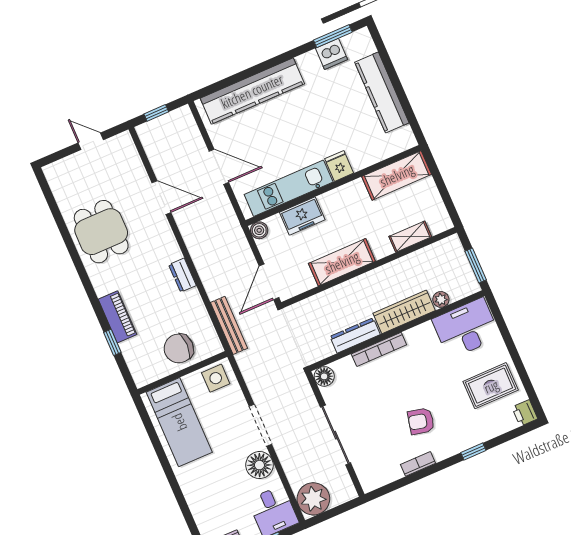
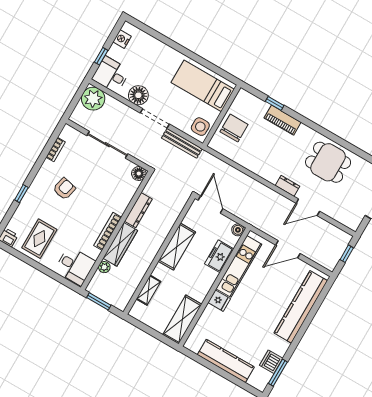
dresser: (182, 275) -> (288, 186), moved
bench: (229, 325) -> (182, 143), moved
desk: (466, 328) -> (75, 266), width x0.73
bookcase: (379, 349) -> (108, 231), moved
bookcase: (418, 464) -> (56, 150), moved

